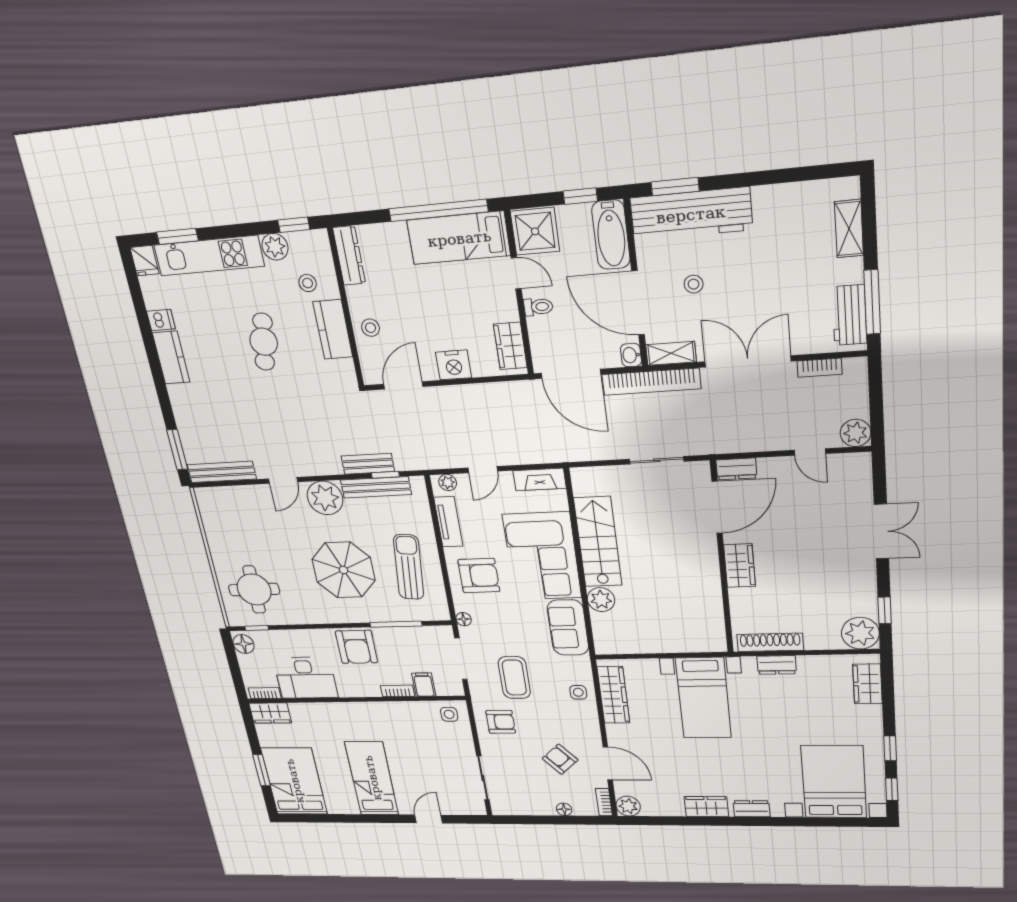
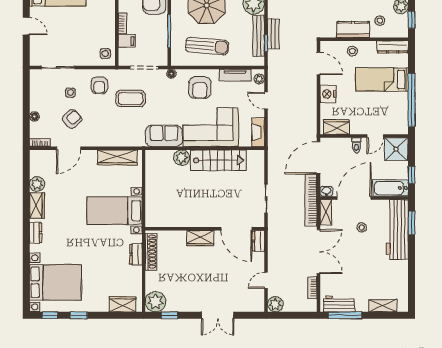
bed: (459, 238) -> (382, 80), moved, turned -90
side table: (578, 692) -> (71, 93), moved
plant: (628, 806) -> (37, 184), moved

